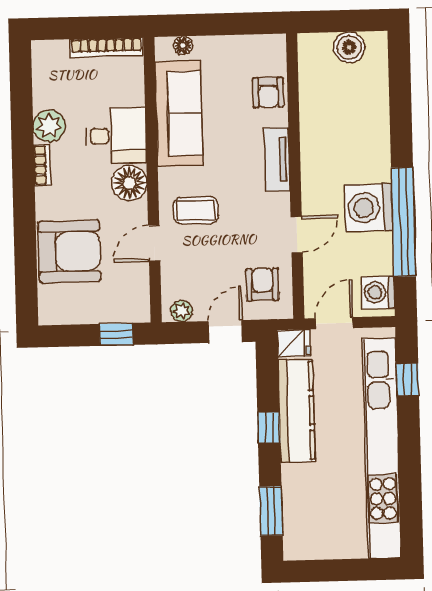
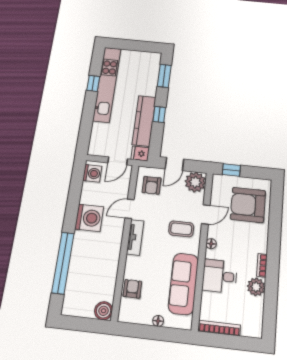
floor lamp: (183, 46) -> (158, 321), moved
boiler: (349, 47) -> (104, 311), moved
tv unit: (277, 160) -> (135, 237), moved
floor lamp: (129, 183) -> (211, 244), width x0.53, depth x0.53
window: (403, 222) -> (63, 263), moved
armchair: (69, 252) -> (248, 205), moved
plant: (182, 311) -> (195, 182), width x1.88, depth x1.88
window: (408, 380) -> (93, 83), moved
kitchen unit: (382, 448) -> (107, 84), width x0.73

